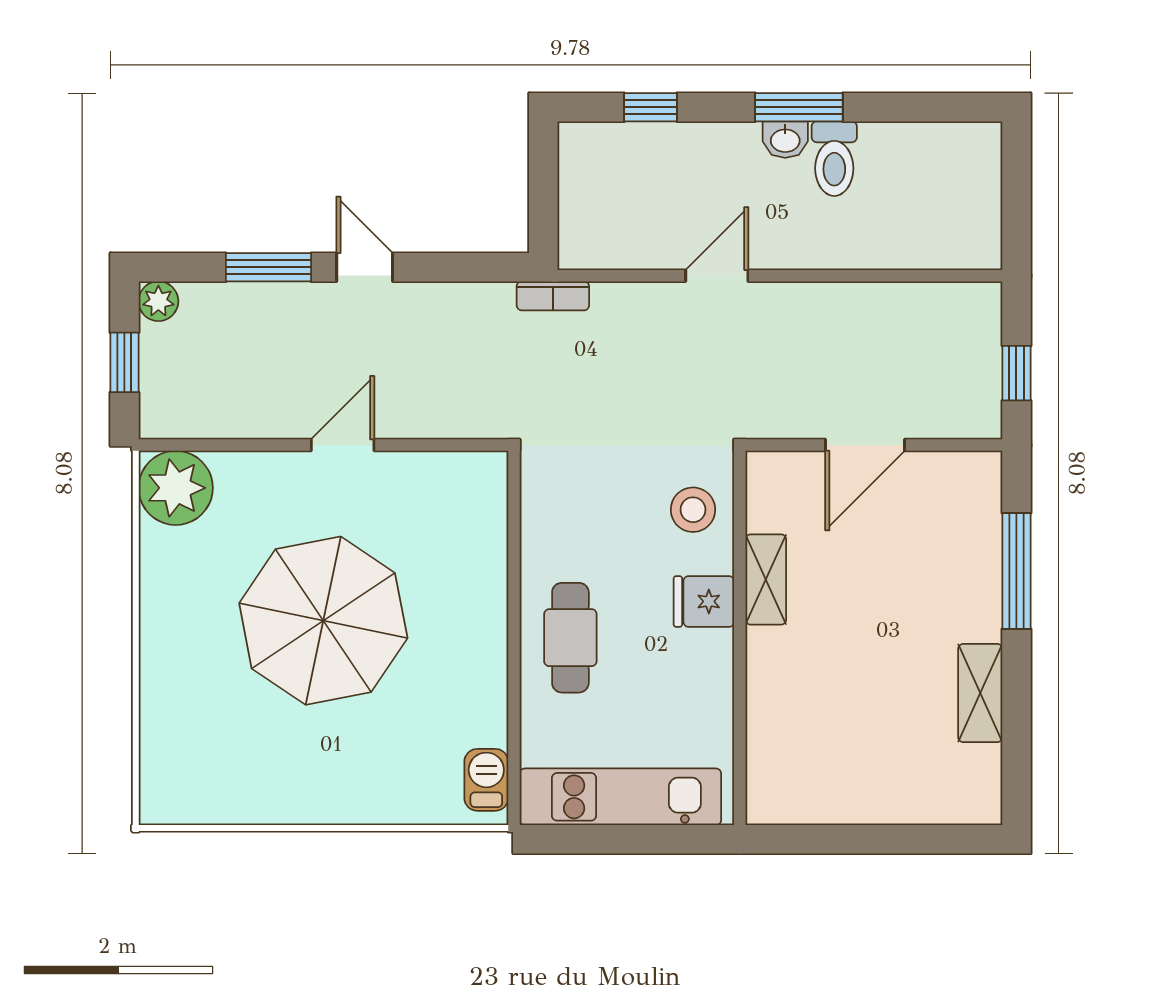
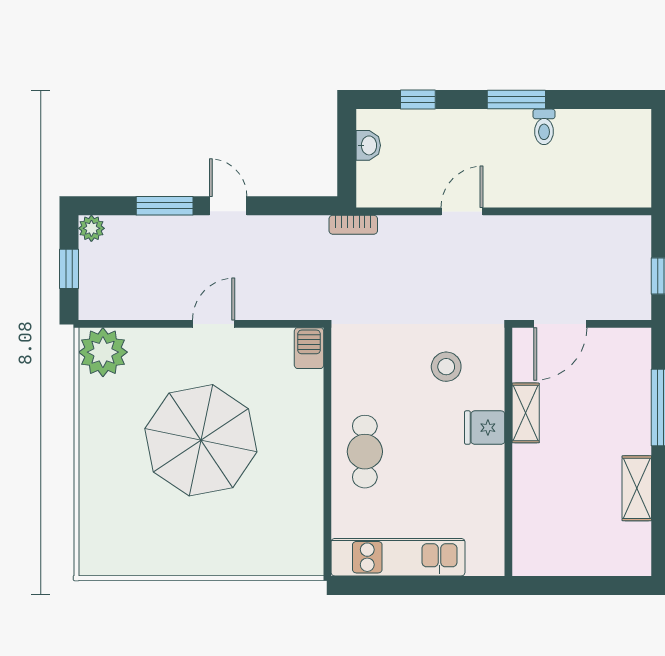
washbasin: (785, 140) -> (368, 145), moved, turned -90
toilet: (834, 159) -> (544, 127), width x0.73, depth x0.72
shelving: (766, 580) -> (526, 413), moved
fridge: (704, 601) -> (485, 428), moved
wall: (740, 638) -> (508, 452), moved
barbecue: (486, 780) -> (309, 348), moved

